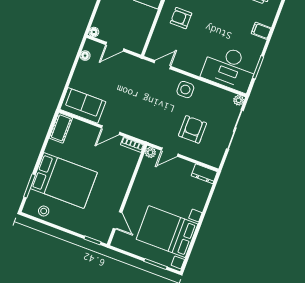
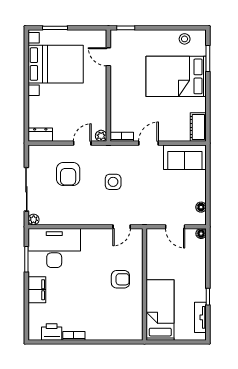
filing cabinet: (261, 31) -> (37, 290), width x2.00
door: (115, 47) -> (175, 227), swing flipped
side table: (185, 90) -> (113, 182), moved

